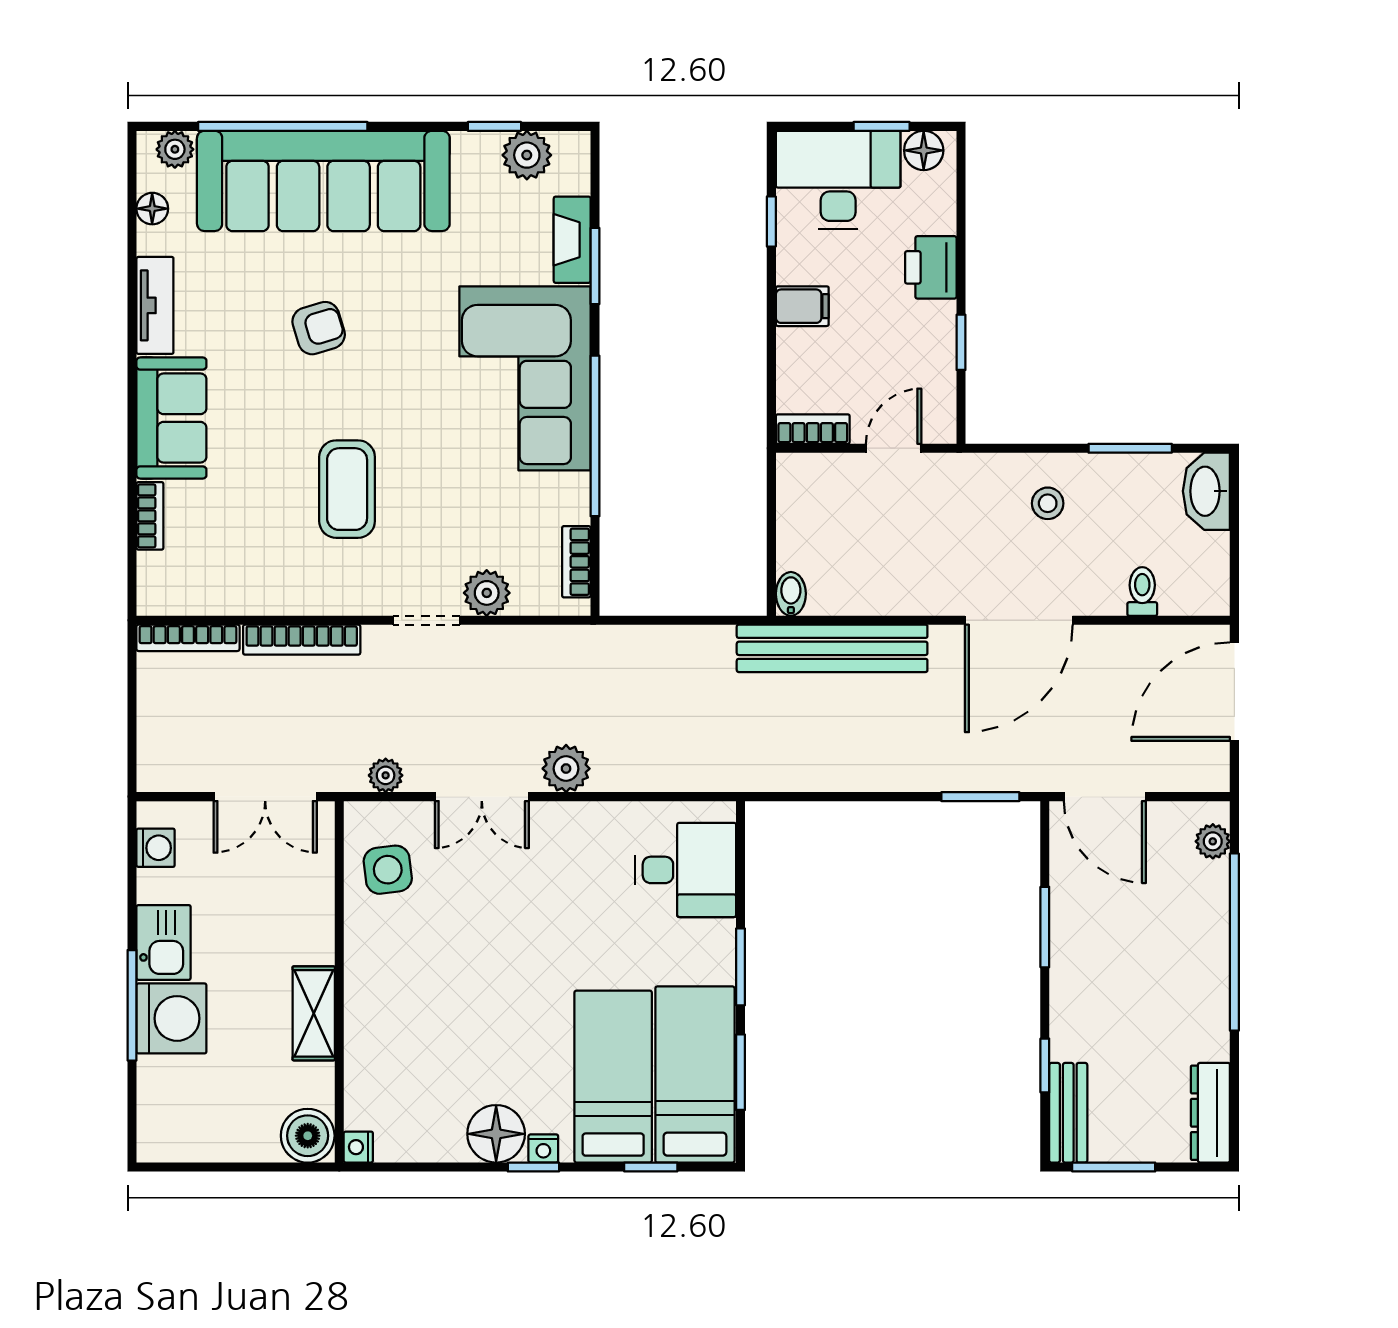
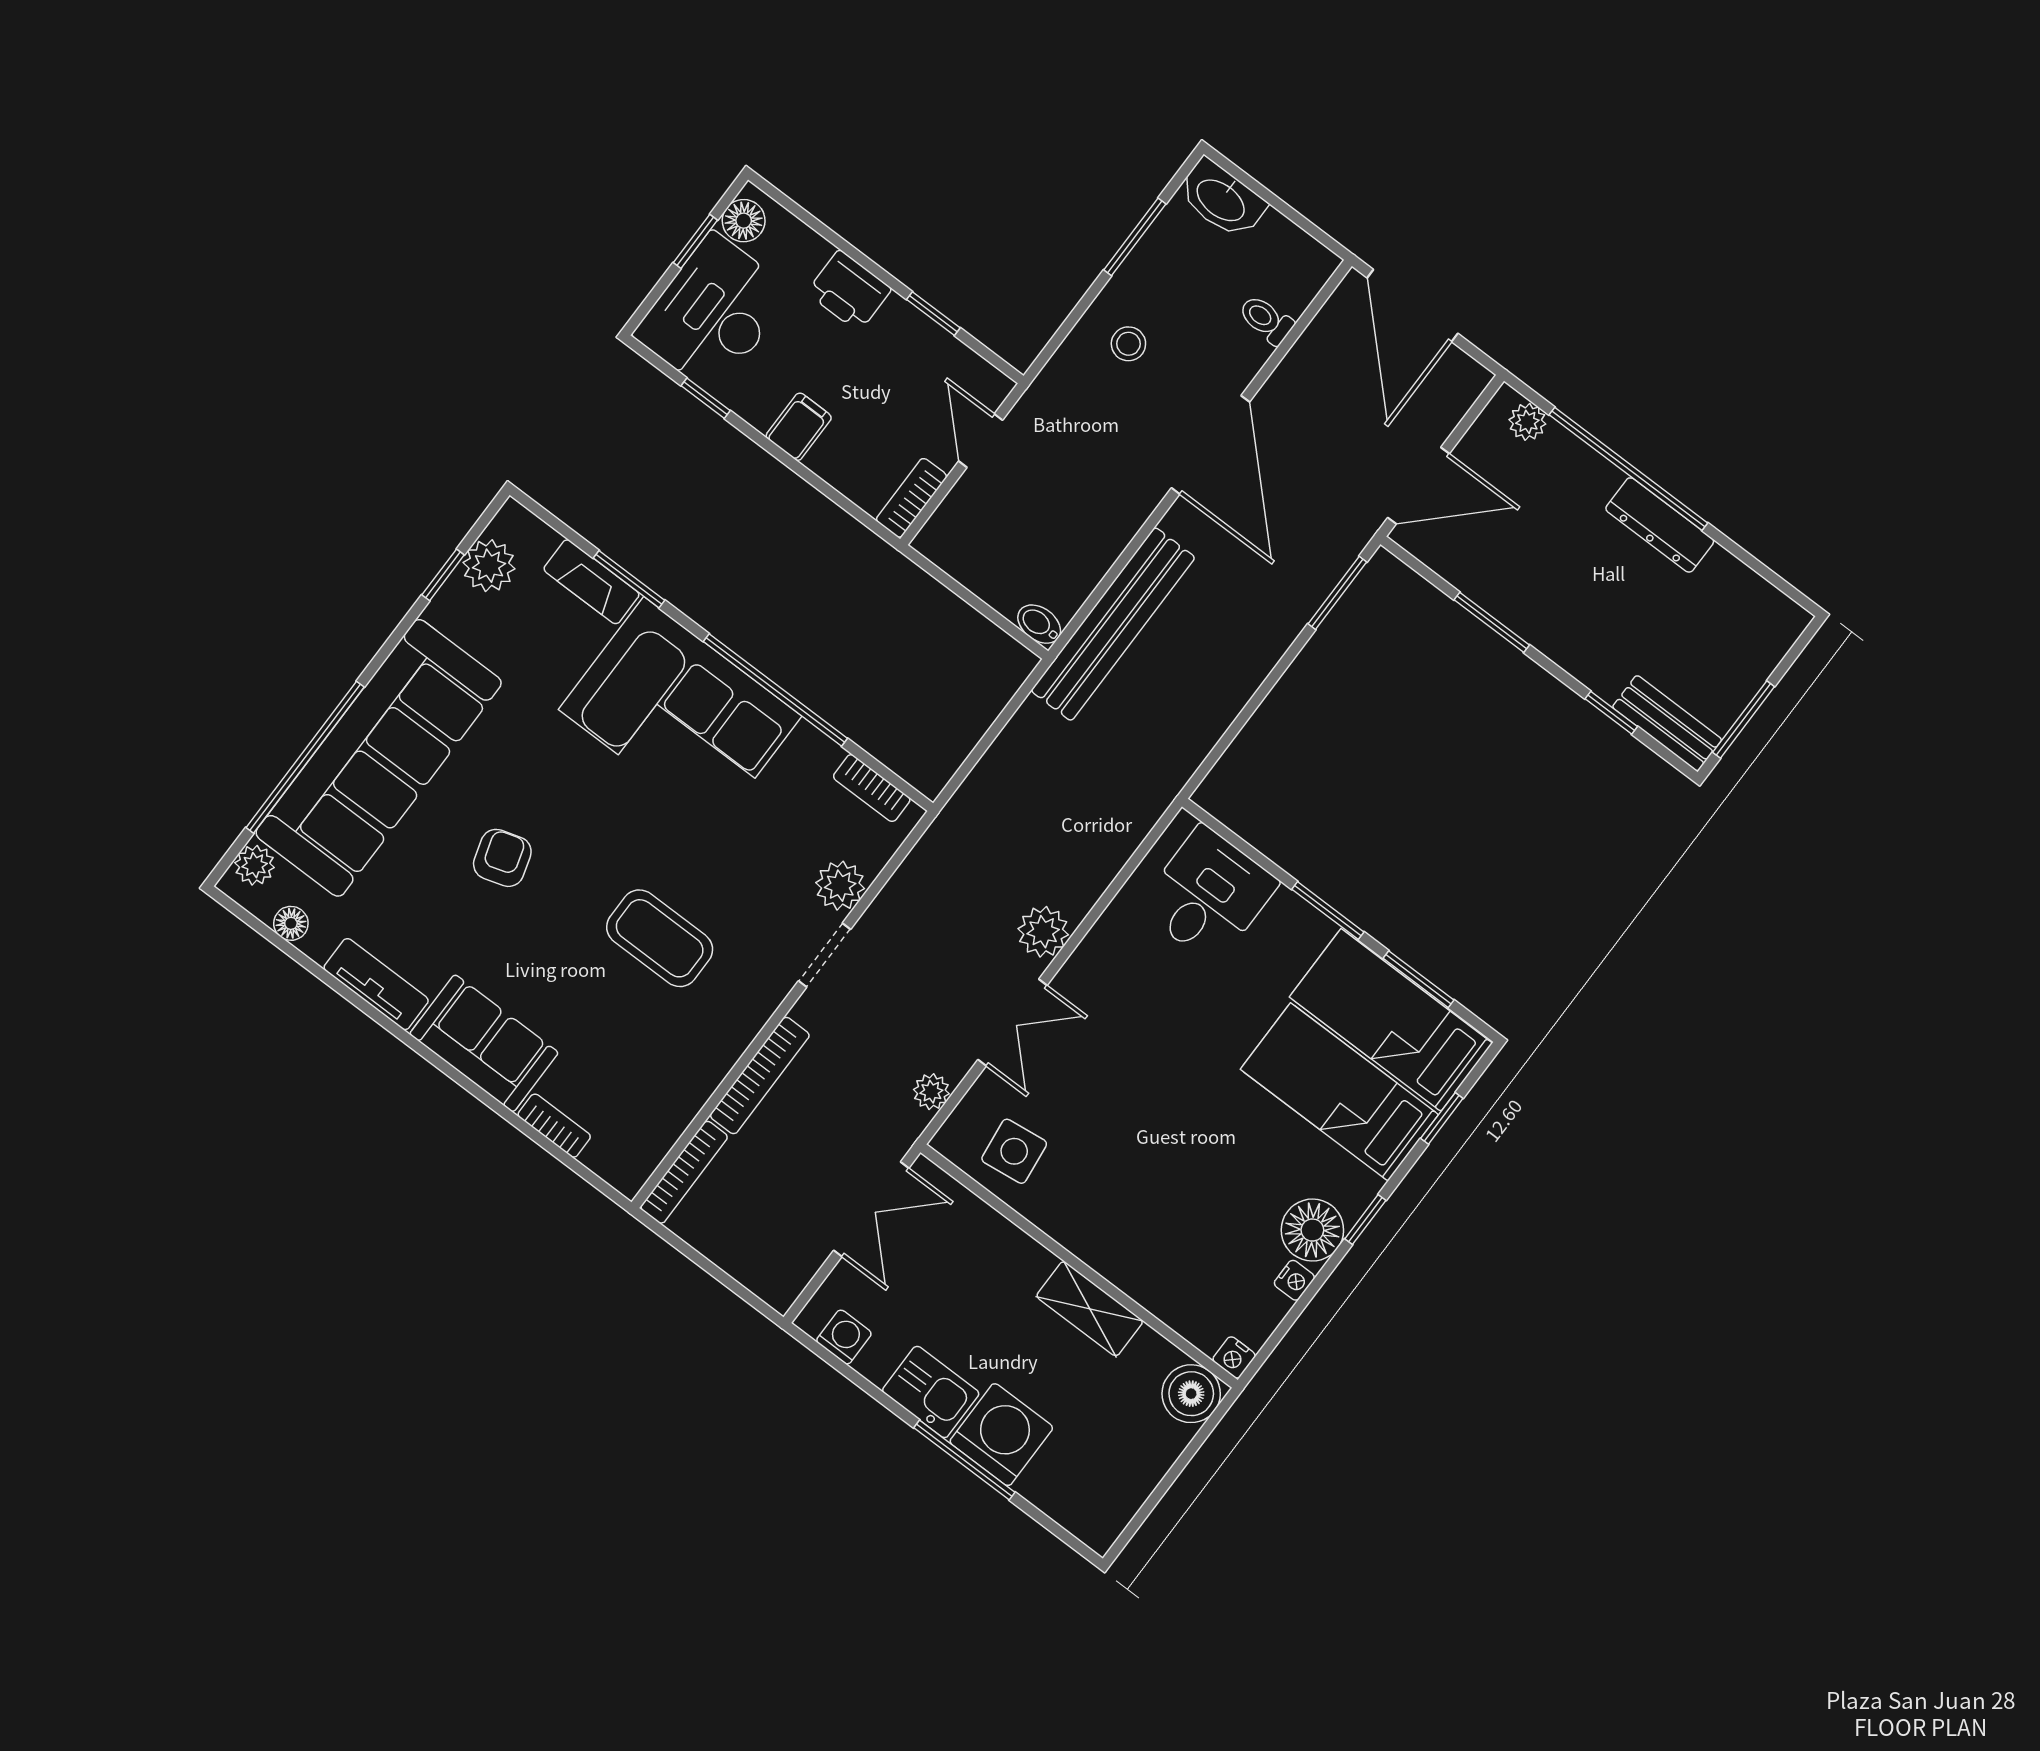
dresser: (1210, 1113) -> (1660, 525), moved
nightstand: (543, 1149) -> (1294, 1280), moved

